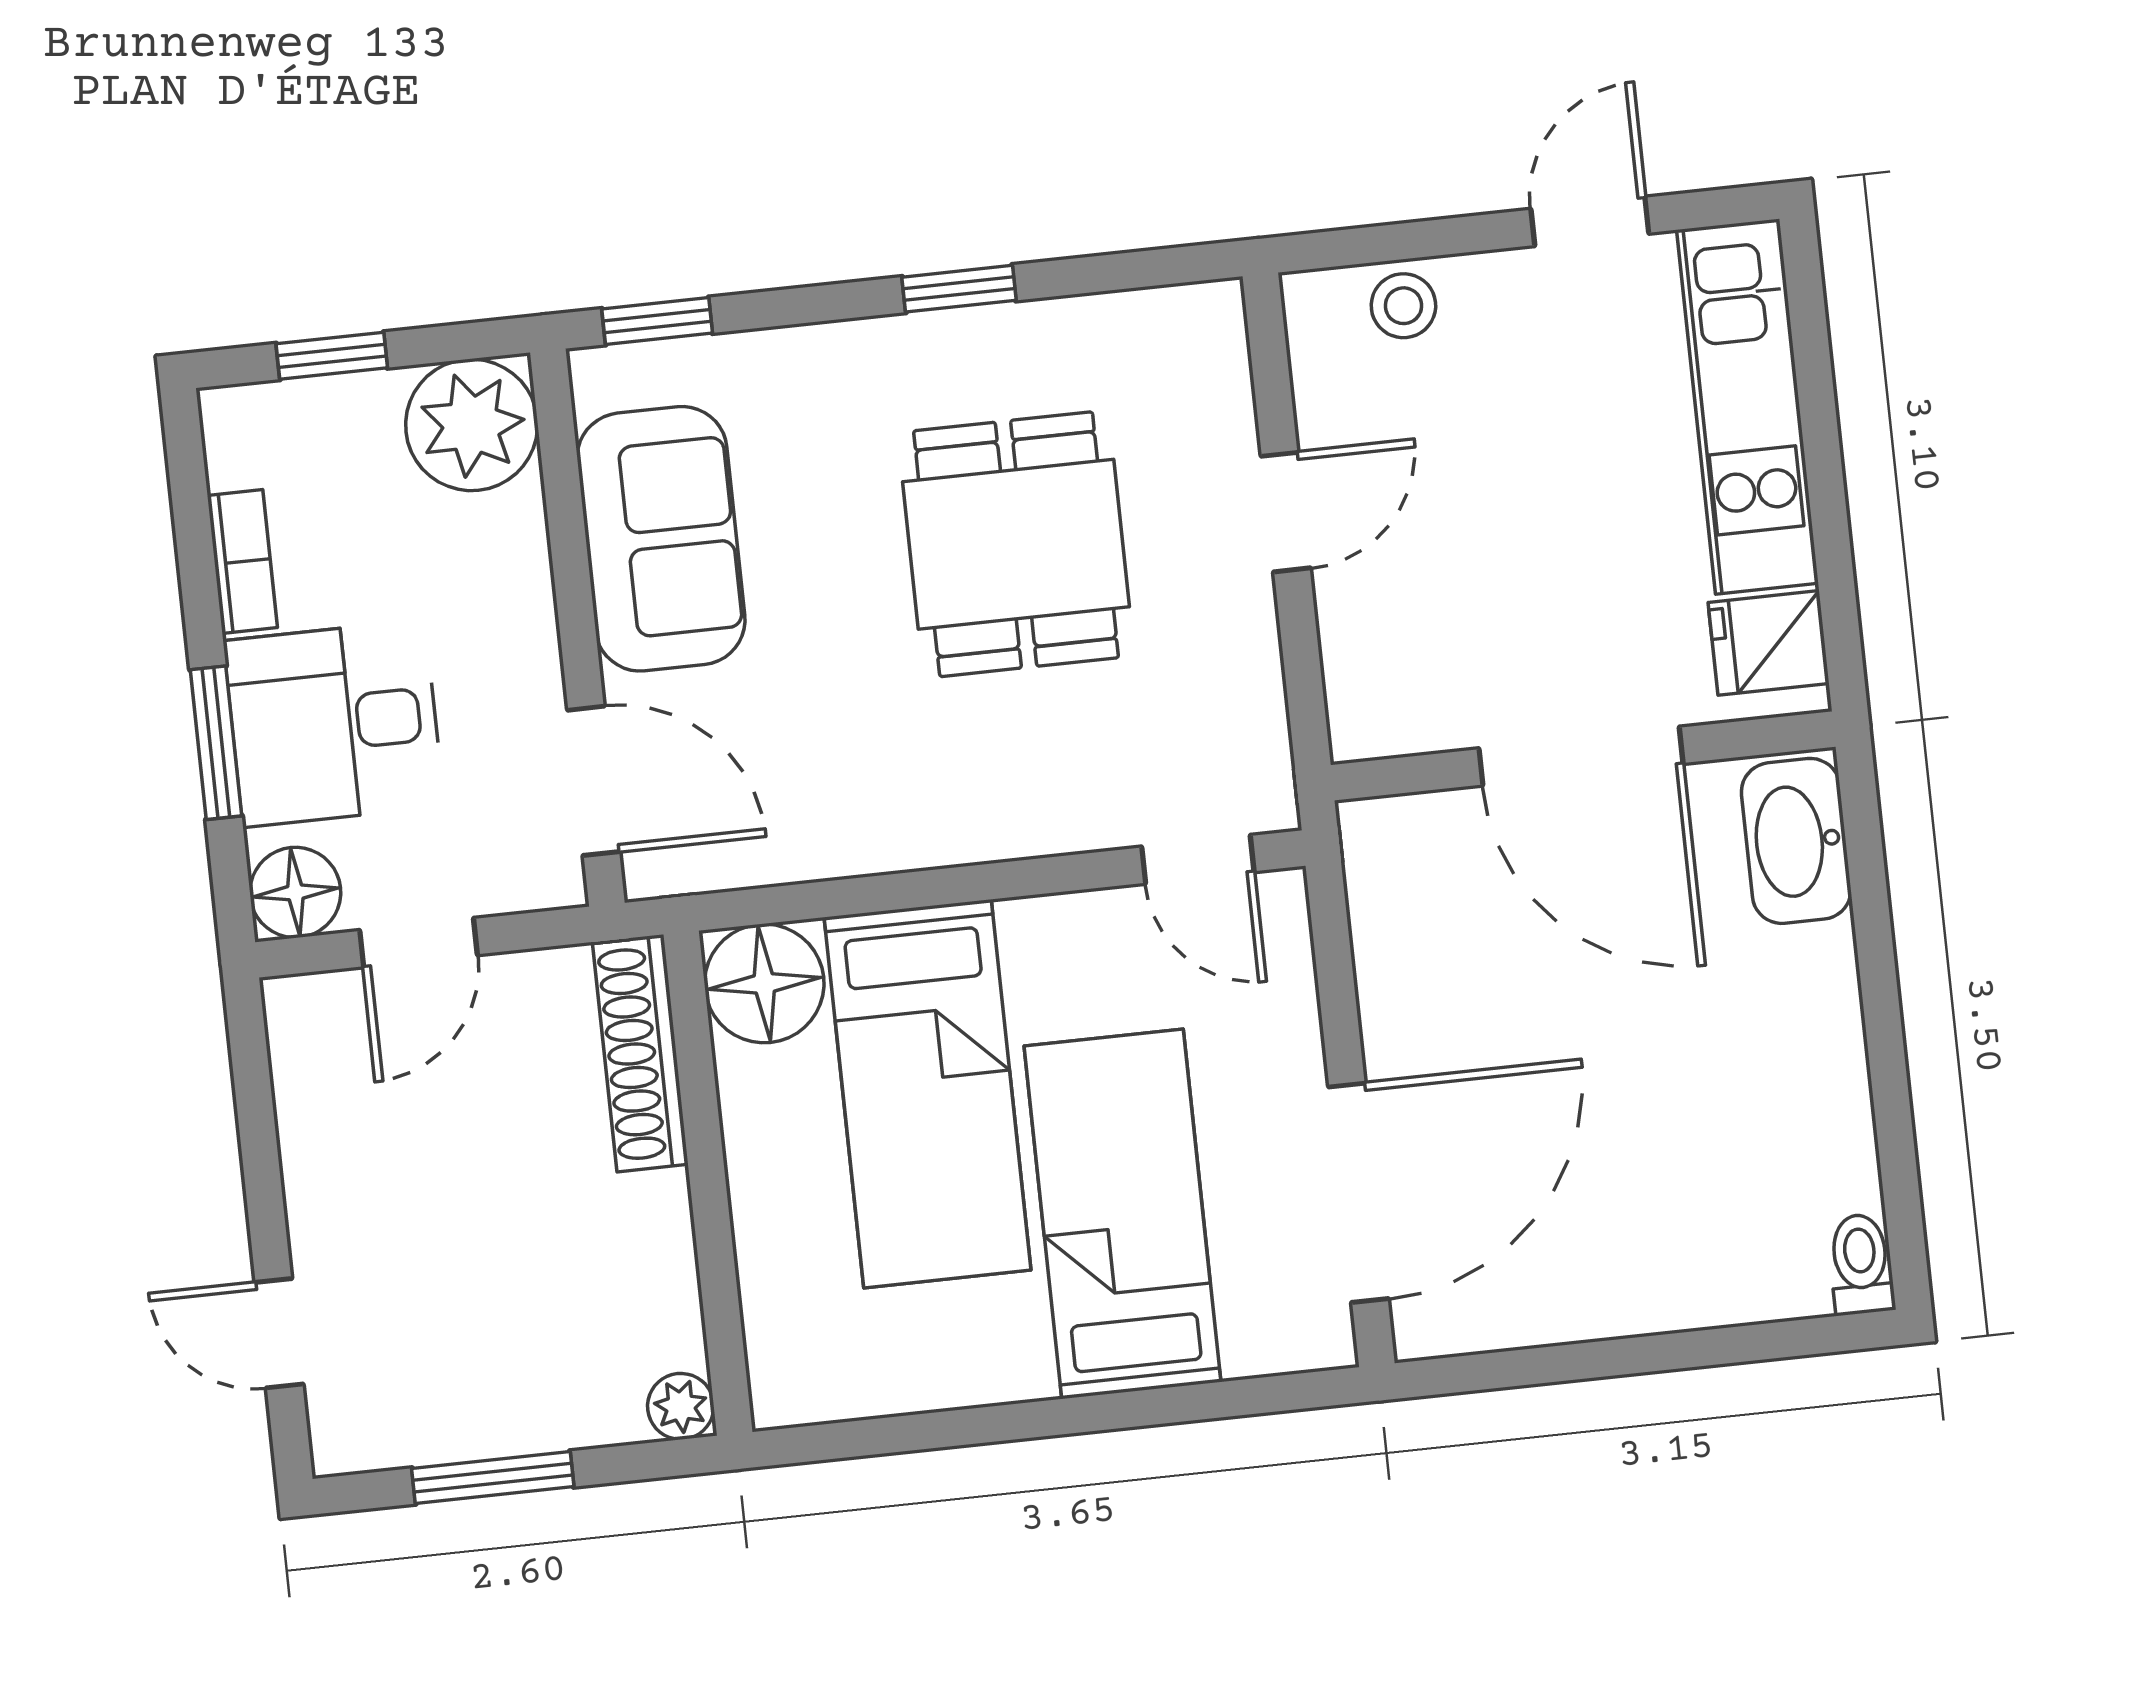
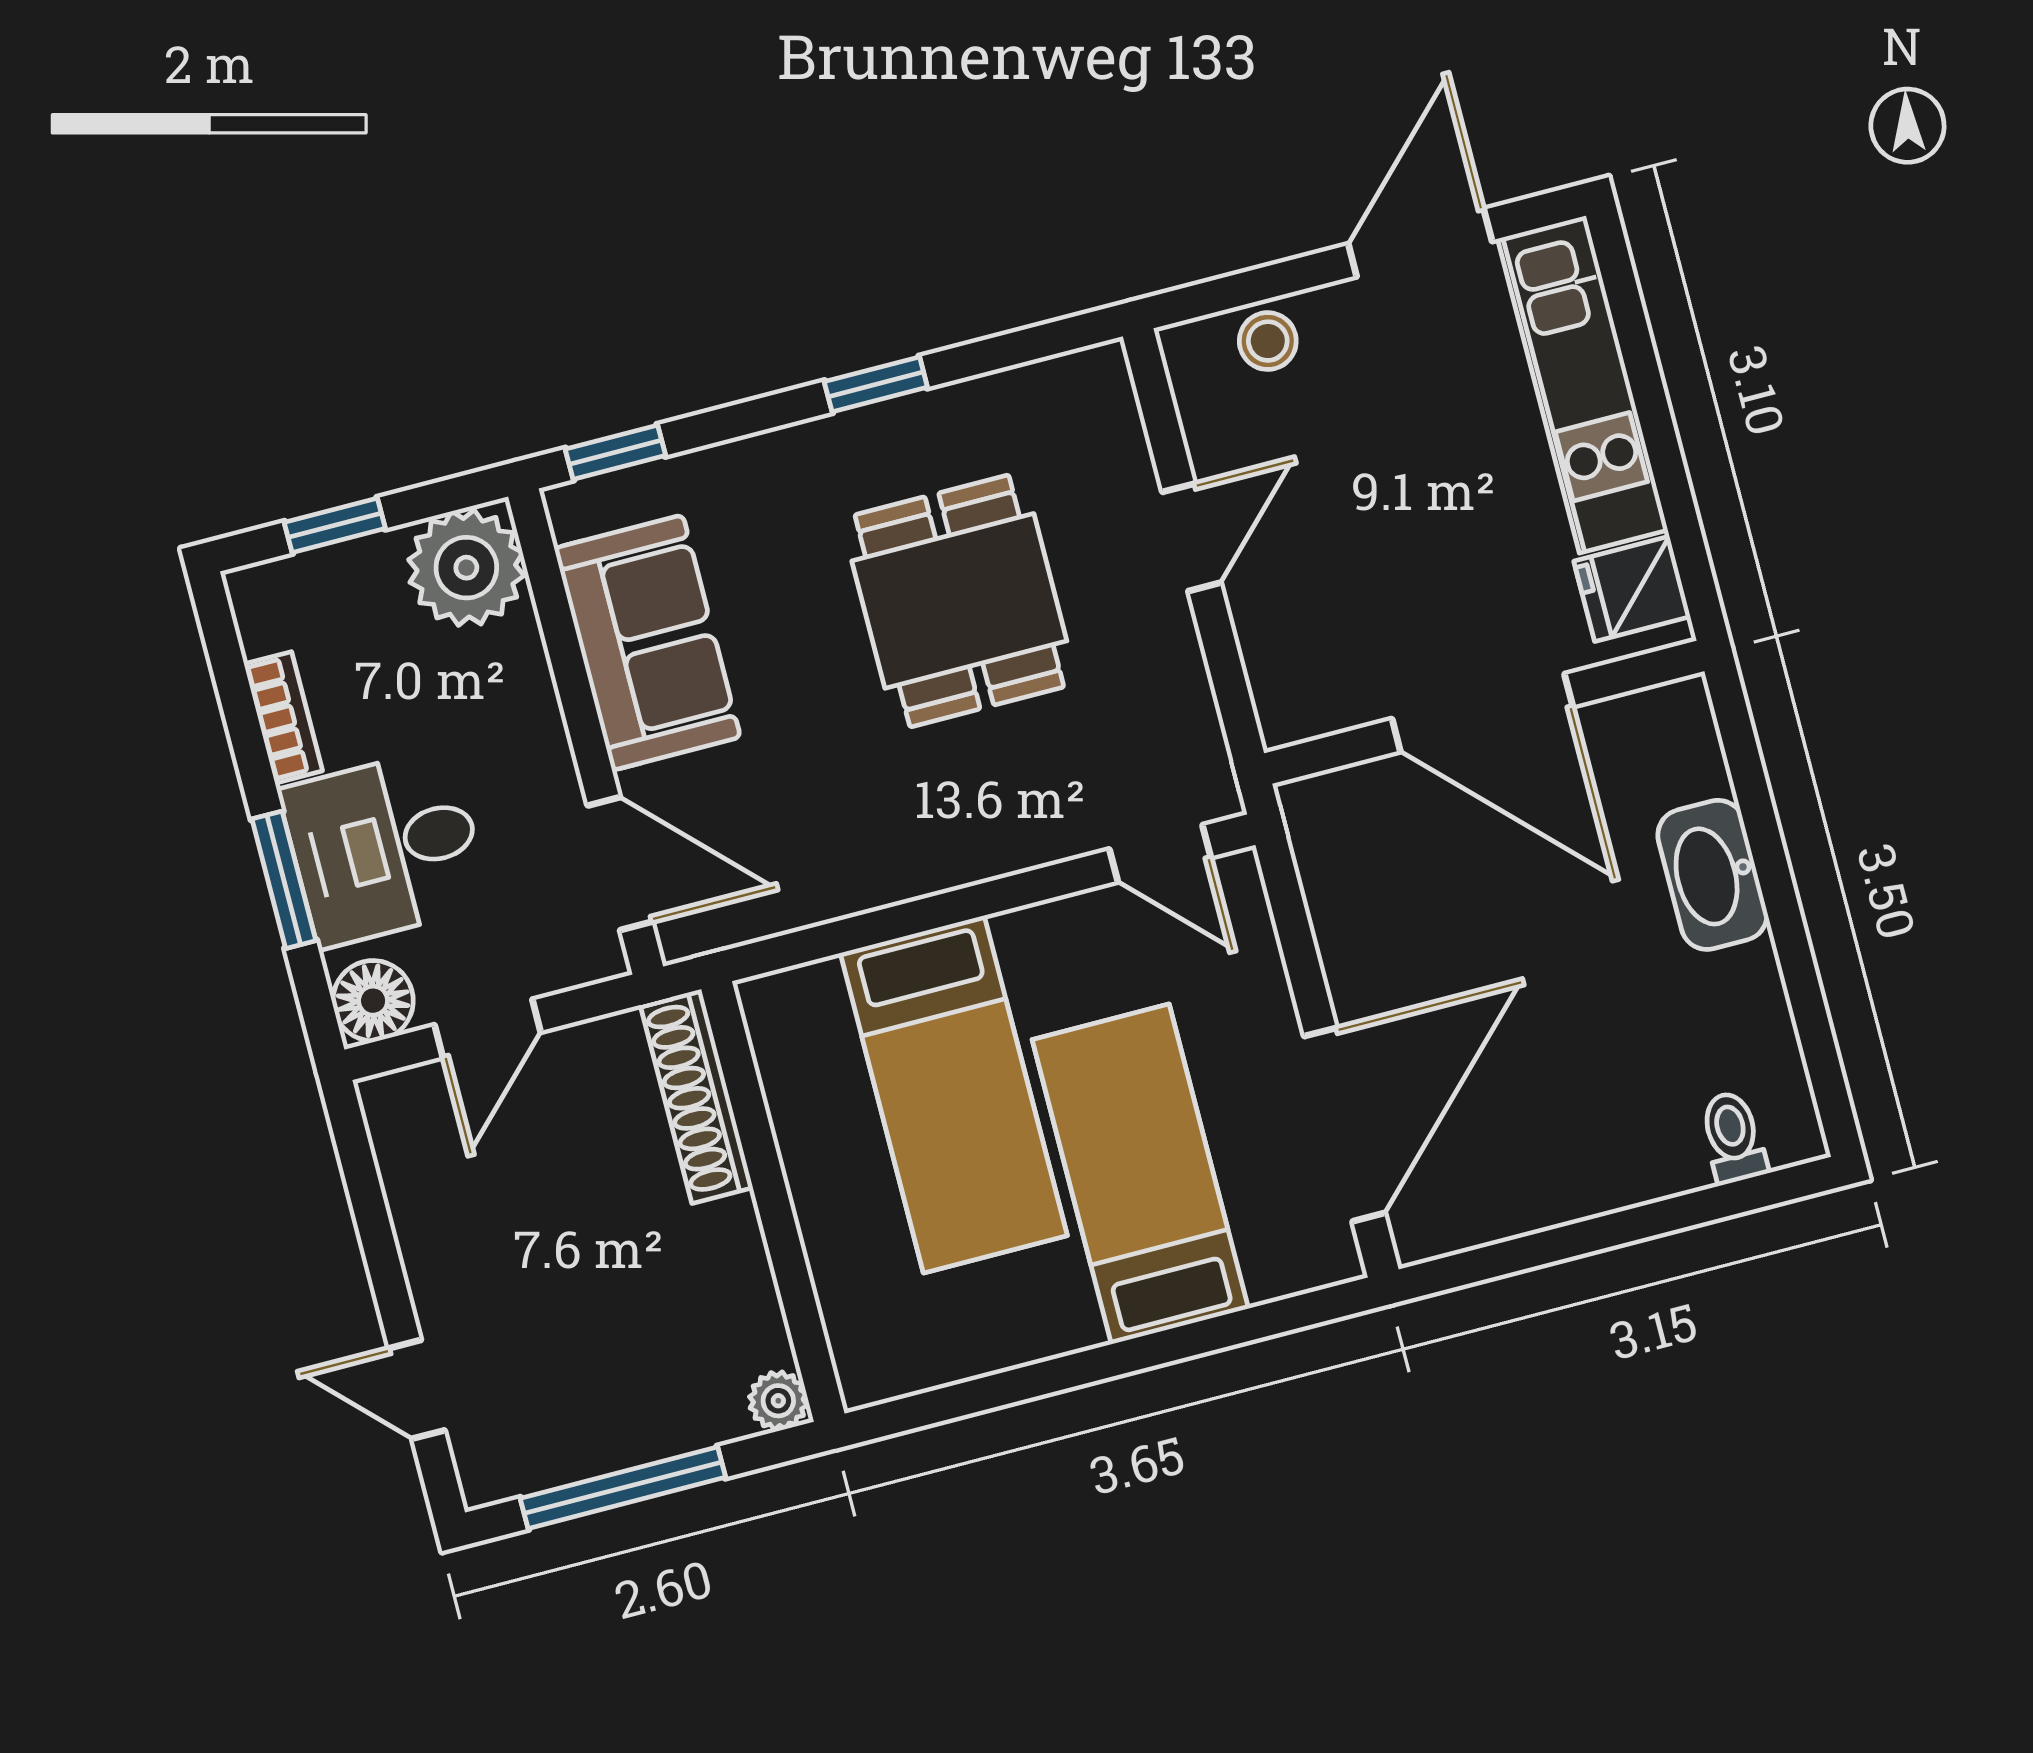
door: (1590, 221) -> (1420, 243), width x1.38
washbasin: (1796, 841) -> (1712, 875), moved
floor lamp: (764, 983) -> (796, 1019), removed
toilet: (1861, 1264) -> (1733, 1137), moved
window: (493, 1478) -> (623, 1488), width x1.44

